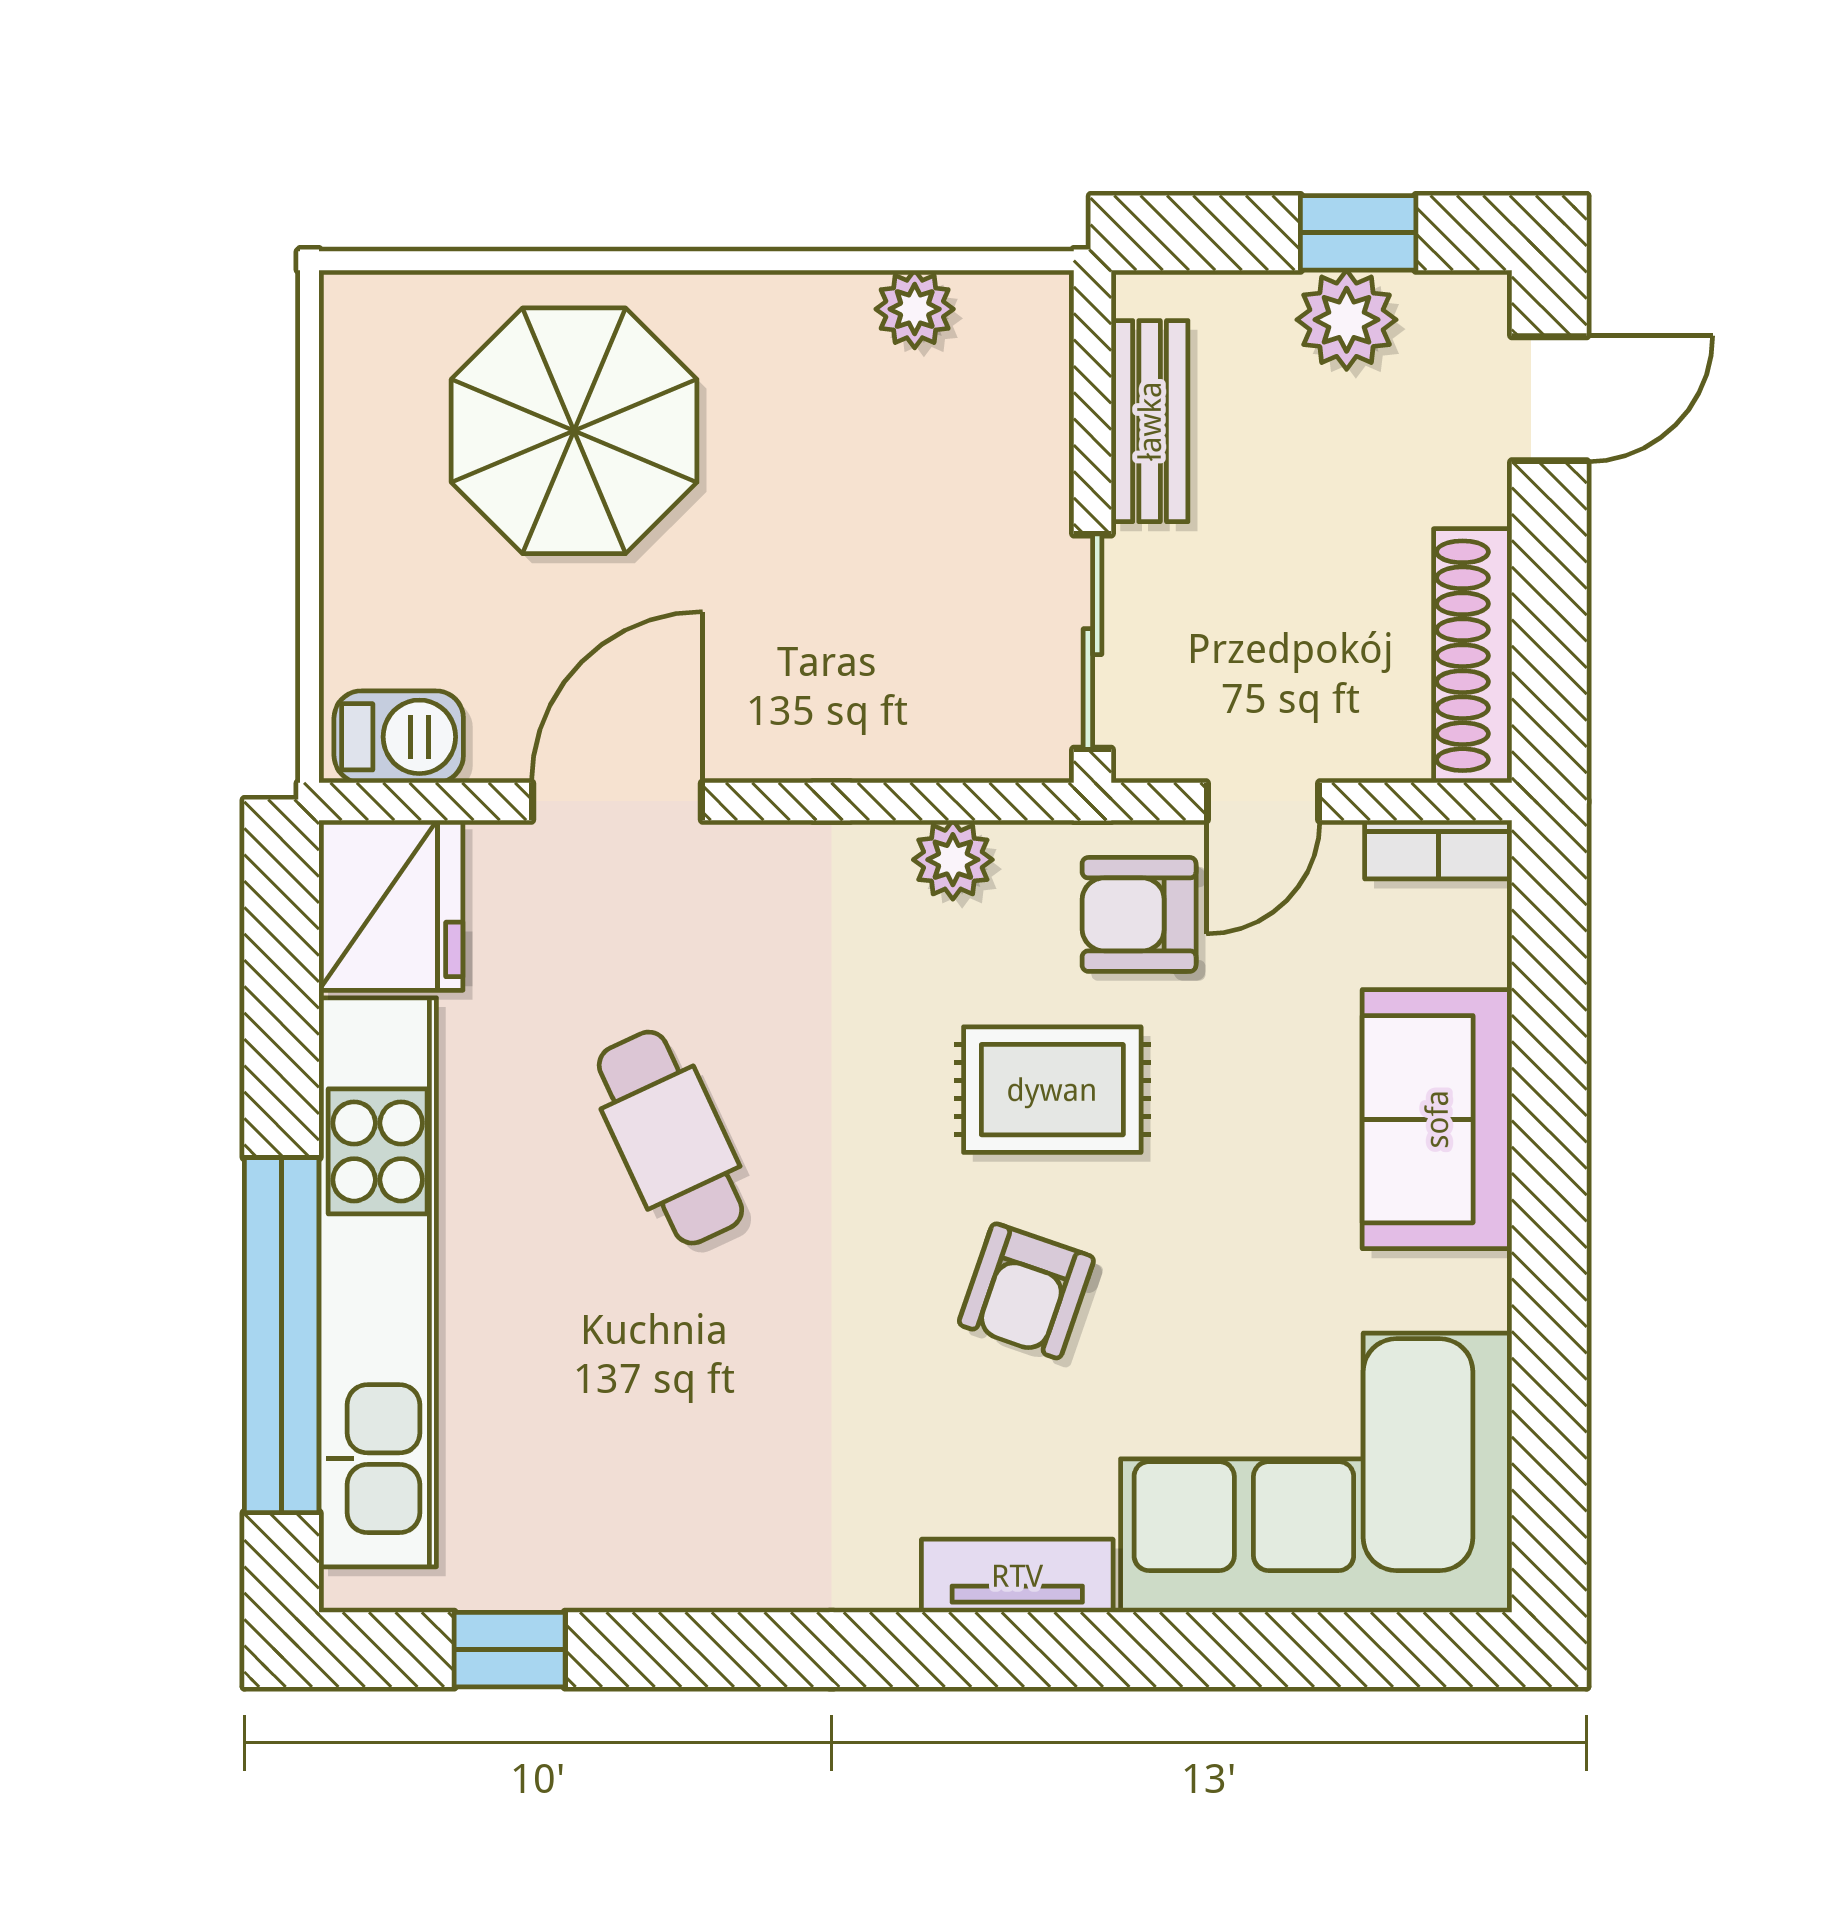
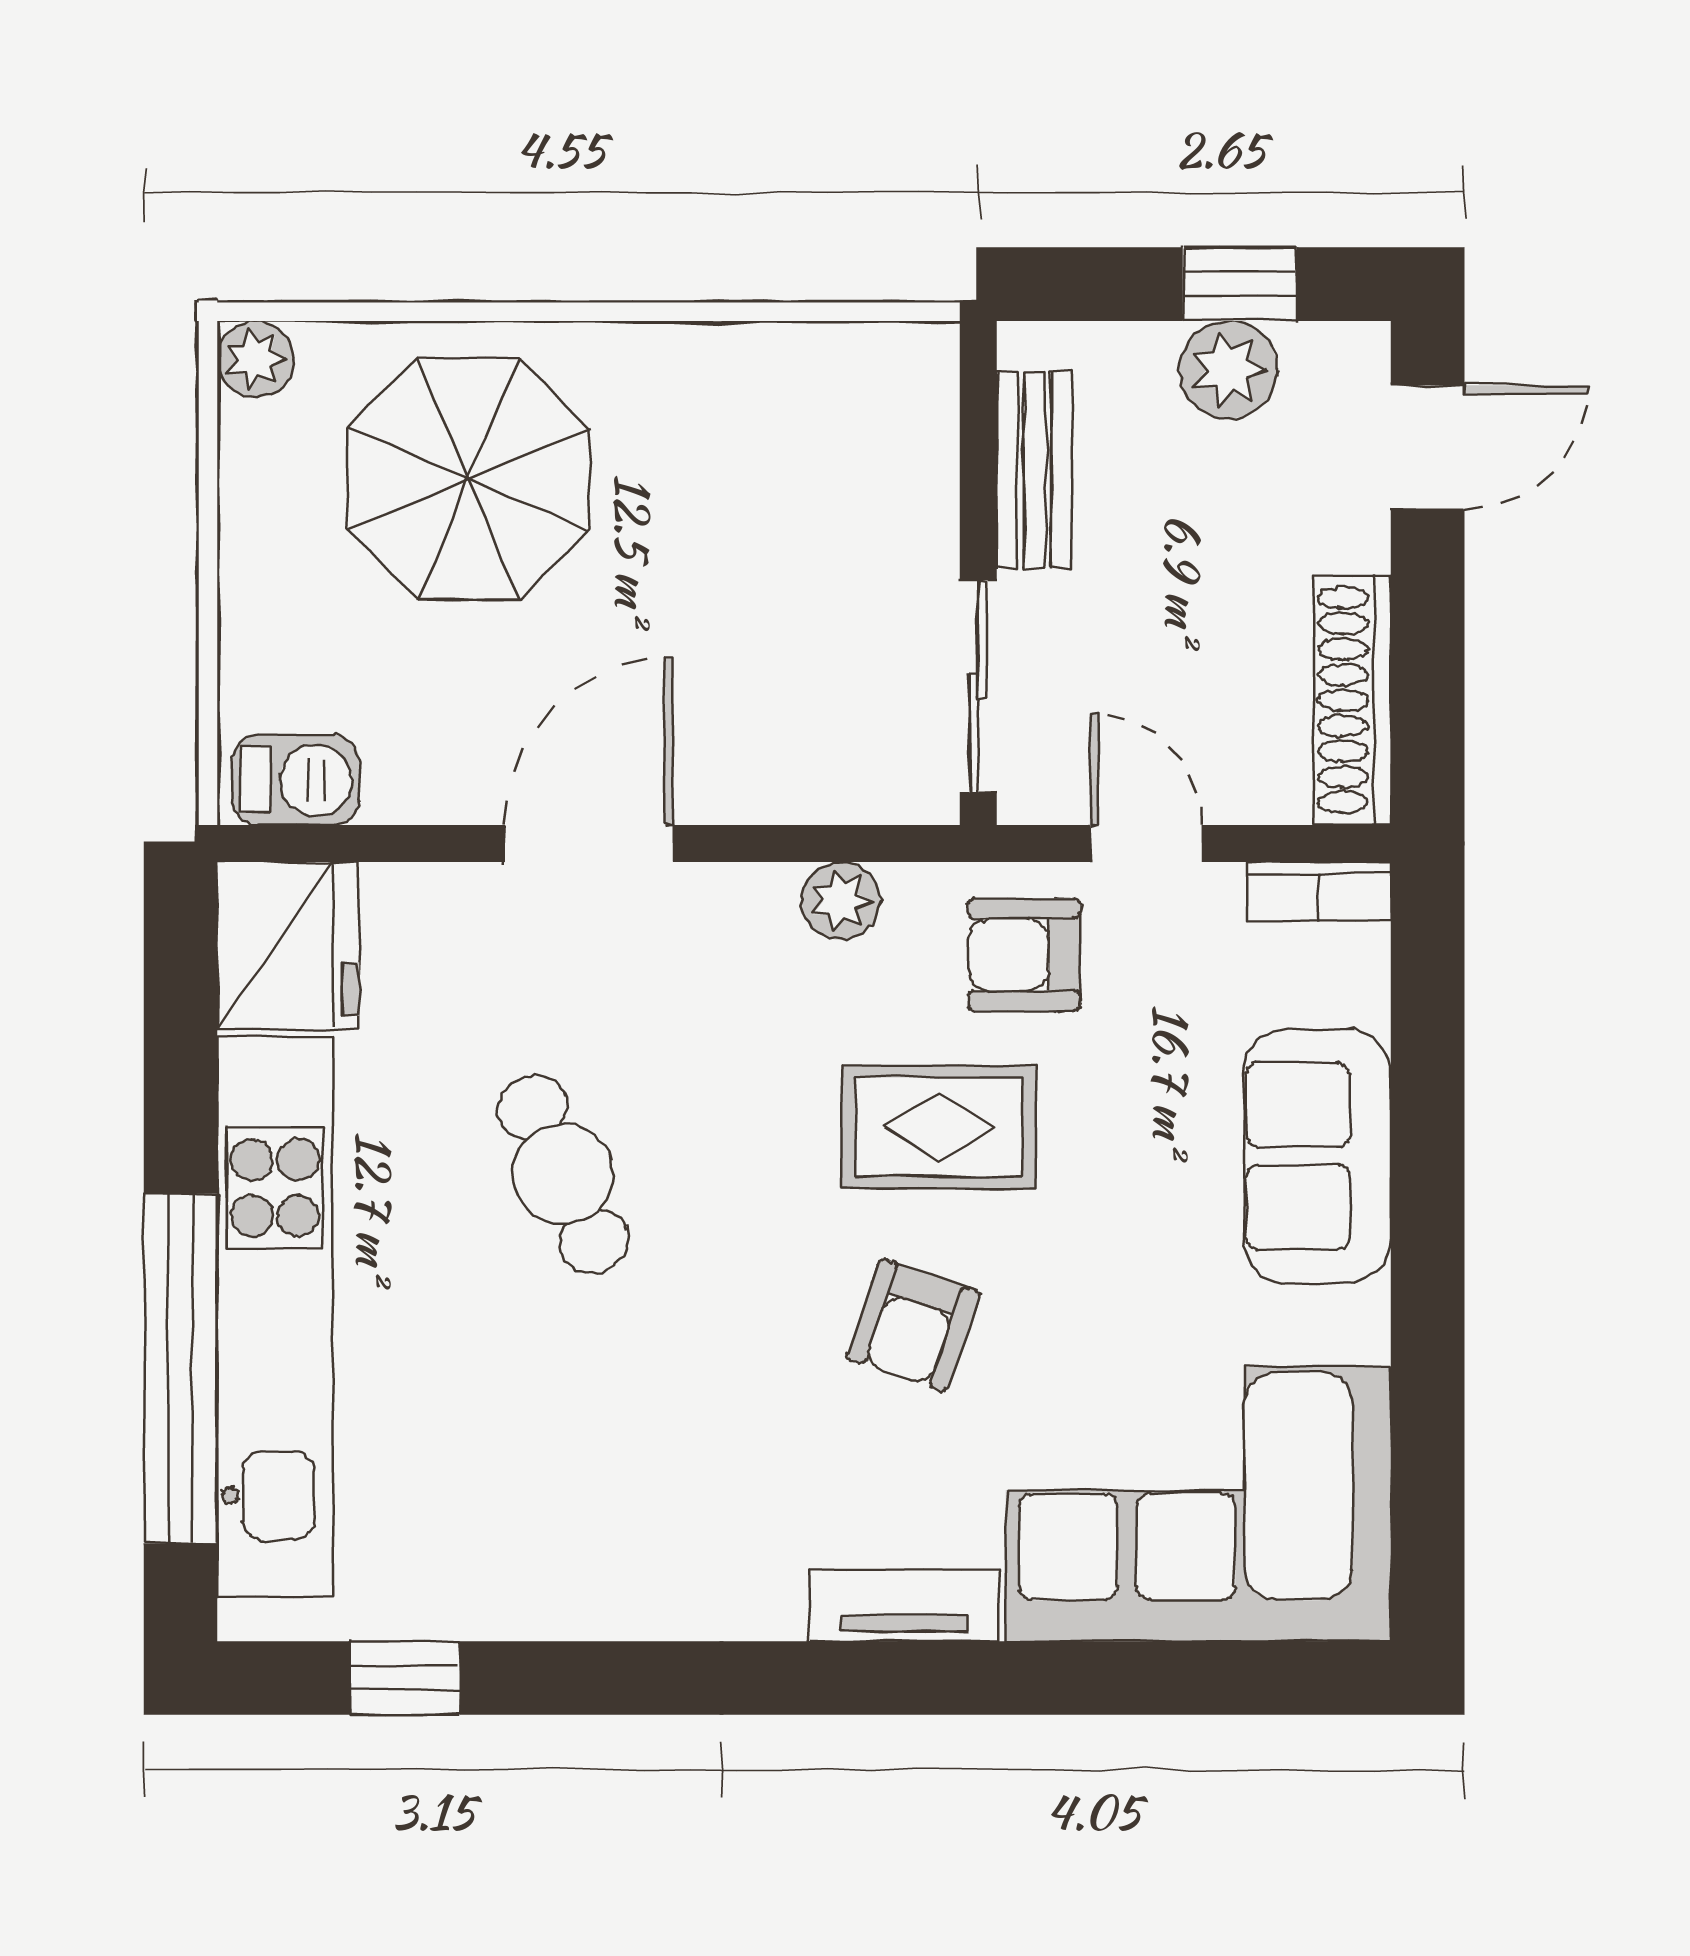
plant: (915, 309) -> (255, 359), moved
door: (617, 801) -> (589, 844), moved
door: (1263, 801) -> (1146, 844), swing flipped

